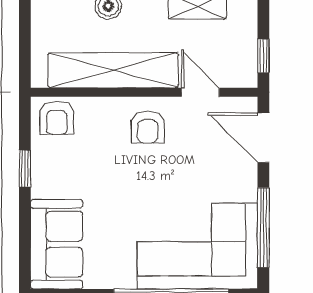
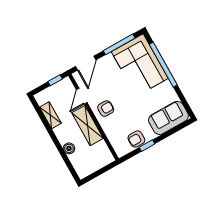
shelving: (113, 70) -> (88, 126), width x0.68
armchair: (57, 118) -> (136, 139), moved, turned 180

